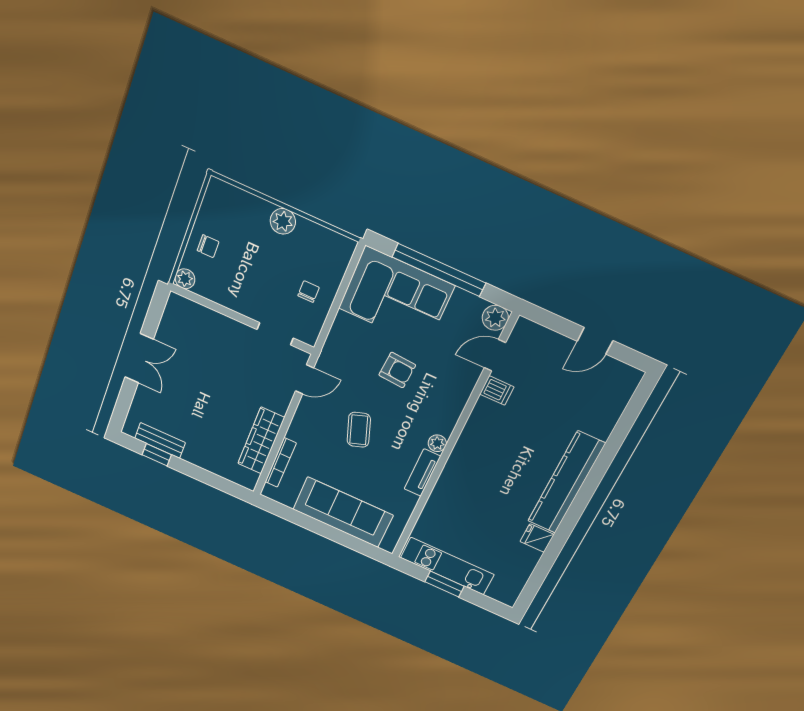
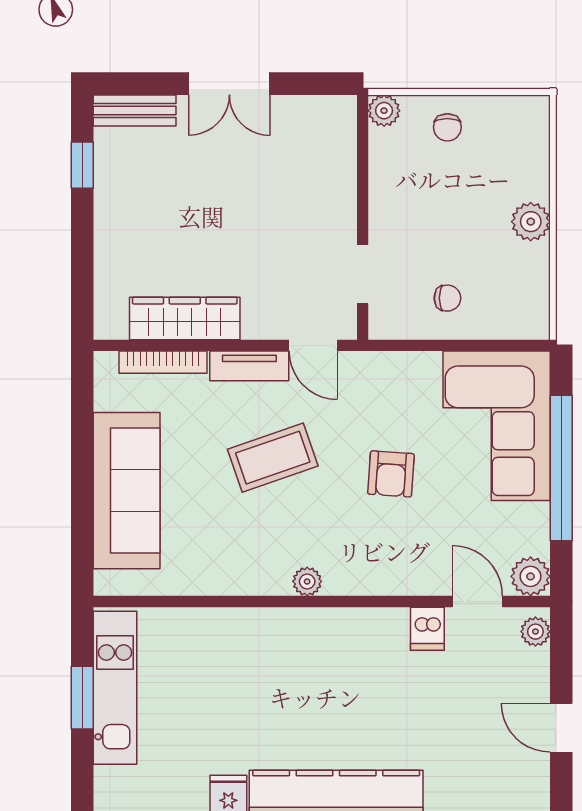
plant: (530, 330) -> (535, 632), added
coffee table: (359, 430) -> (273, 458), width x1.36, depth x1.30
bench: (160, 440) -> (135, 110), moved, turned 90
tv unit: (422, 473) -> (249, 366), moved, turned 180

